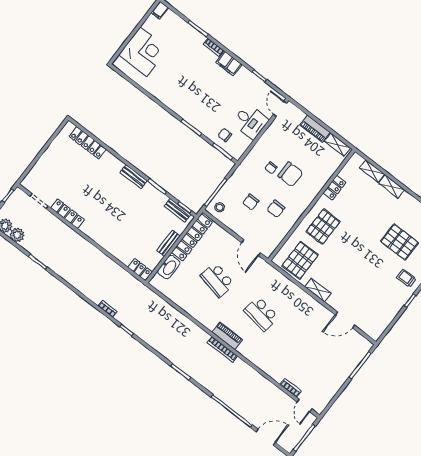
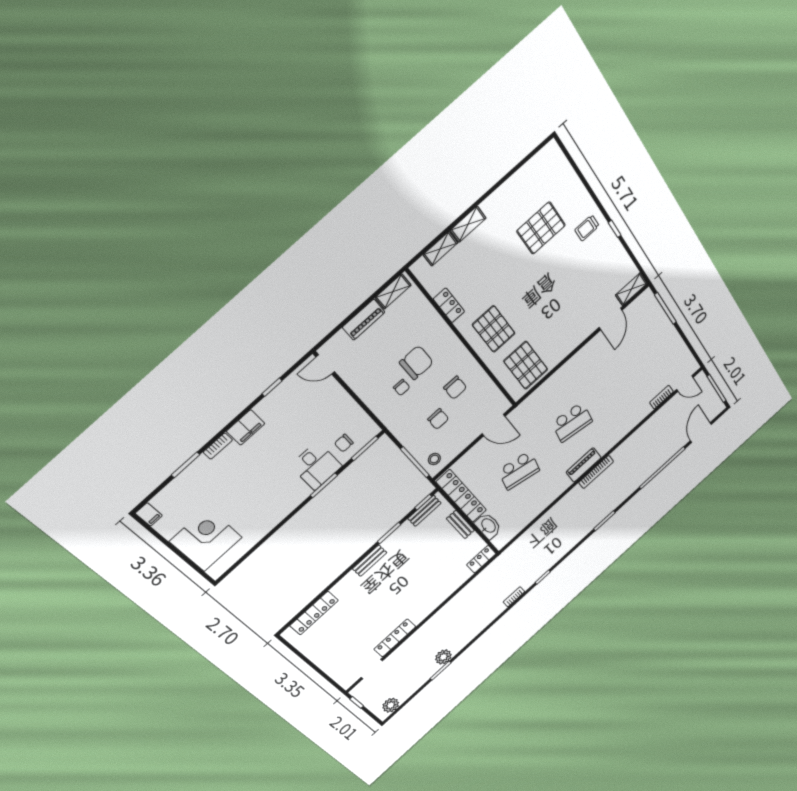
desk: (250, 121) -> (316, 466), moved, turned 90
plant: (17, 235) -> (443, 657), moved
shelving: (318, 290) -> (631, 289), moved

